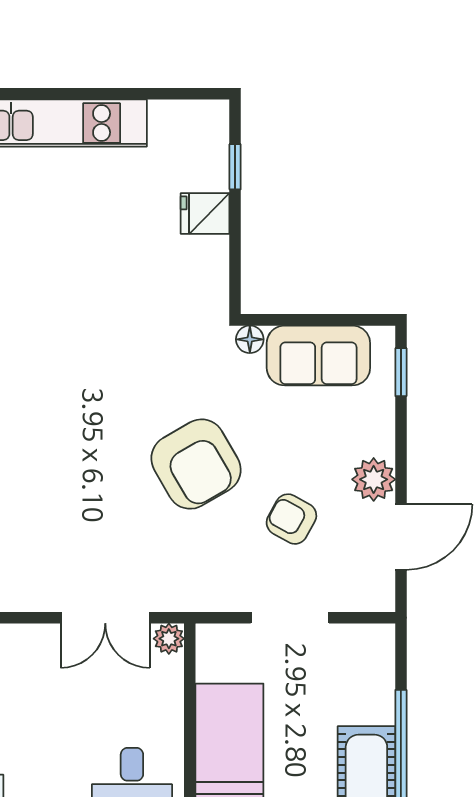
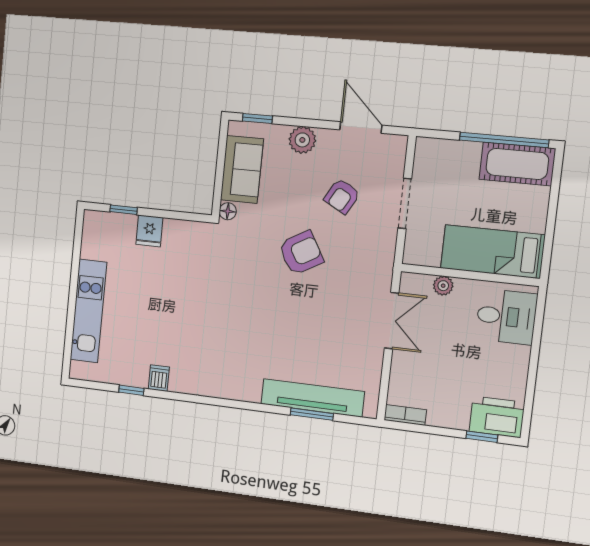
armchair: (196, 464) -> (301, 253), width x0.73, depth x0.73
plant: (374, 479) -> (302, 140), moved
plant: (169, 639) -> (443, 286), moved

